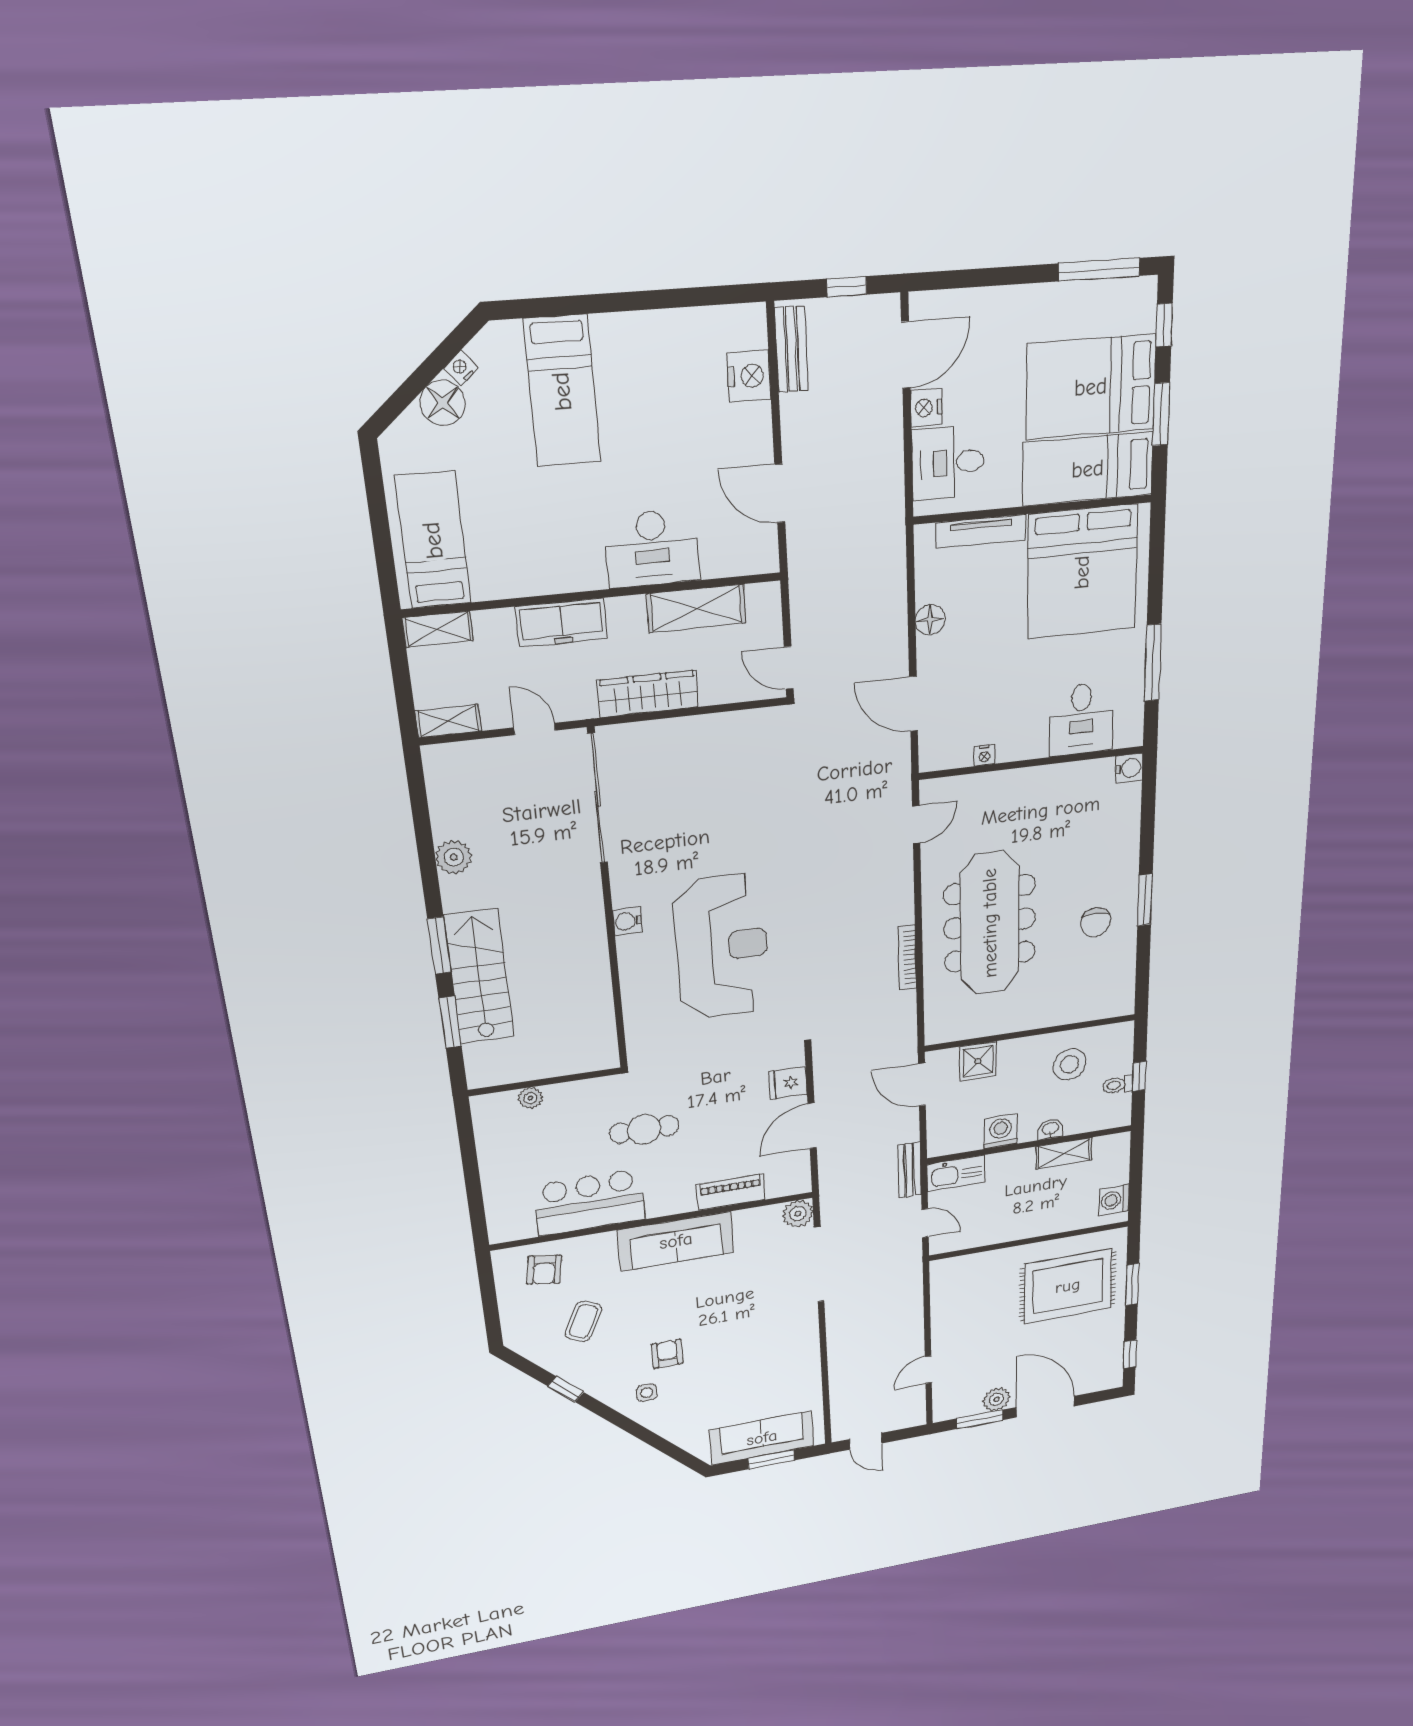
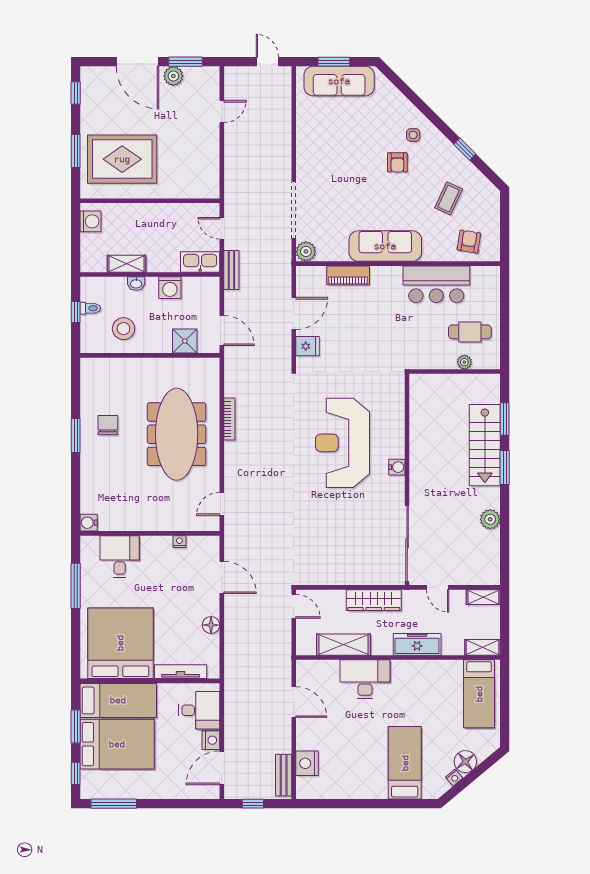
cafe table: (644, 1129) -> (470, 332), moved

